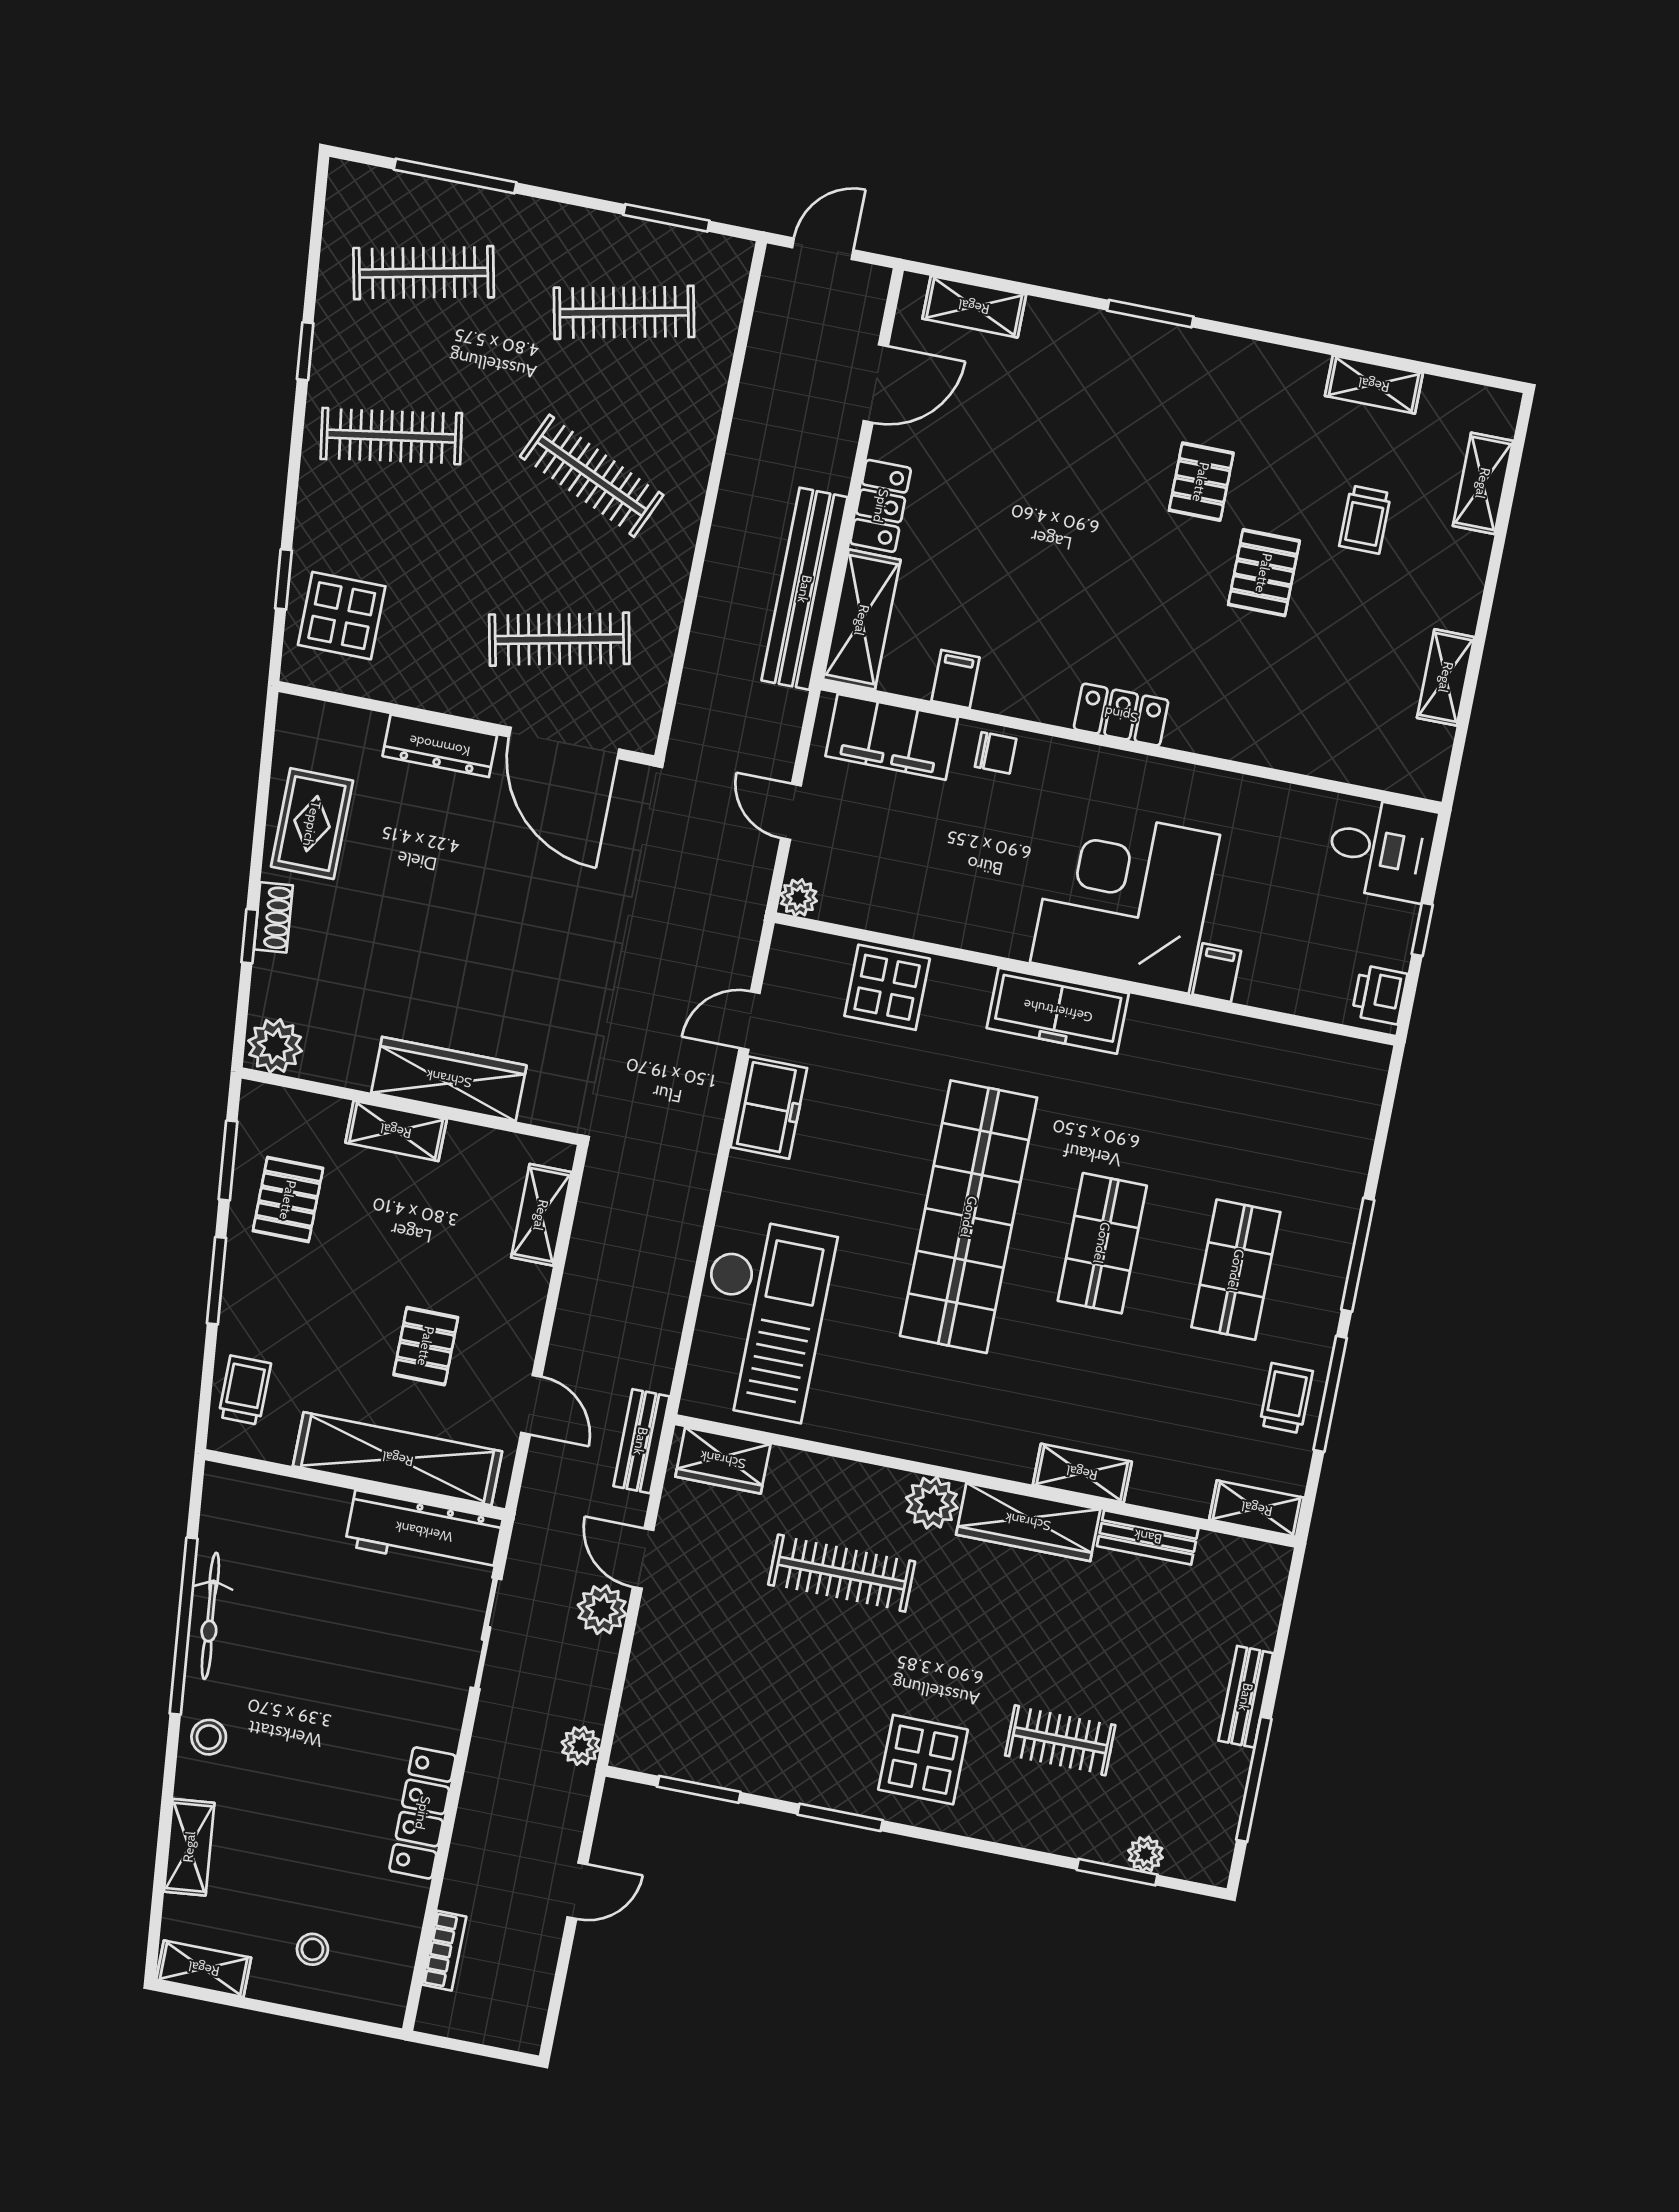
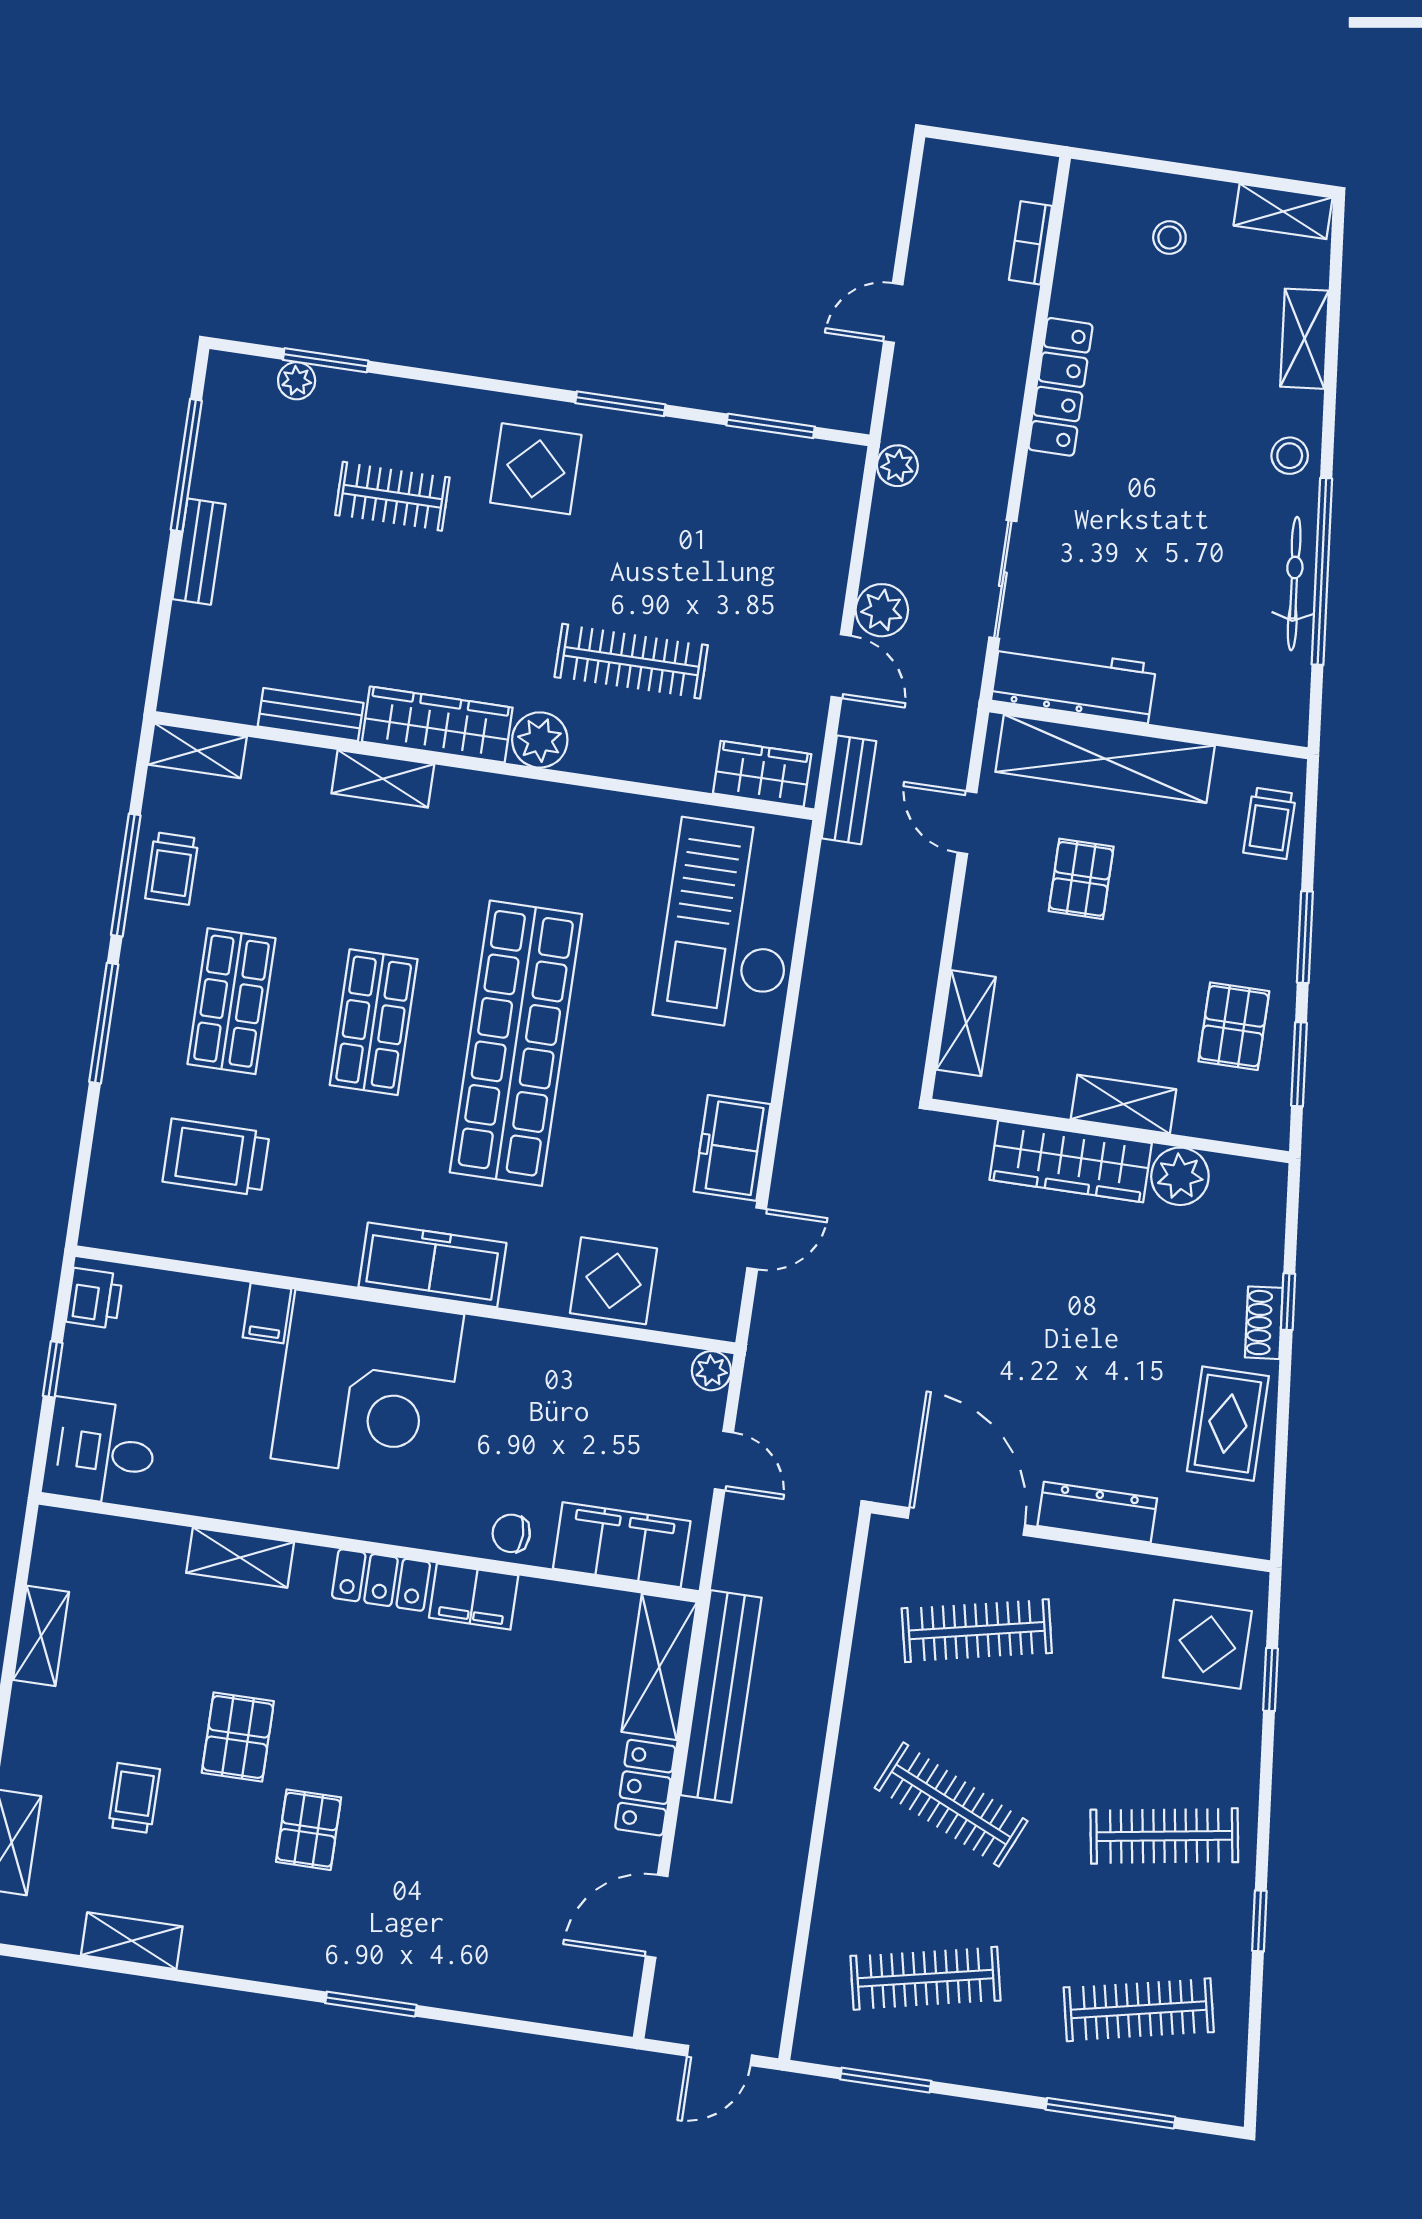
shelving: (974, 307) -> (240, 1558), moved
filing cabinet: (955, 679) -> (474, 1597), moved, width x2.00
plant: (275, 1046) -> (1180, 1176), moved
trolley: (1258, 1123) -> (216, 1157), added

